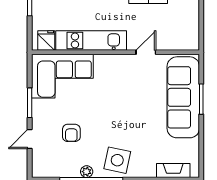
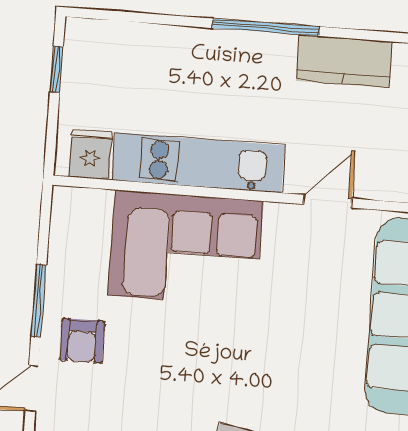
corner sofa: (62, 76) -> (185, 248), moved
armchair: (71, 133) -> (82, 341), moved

